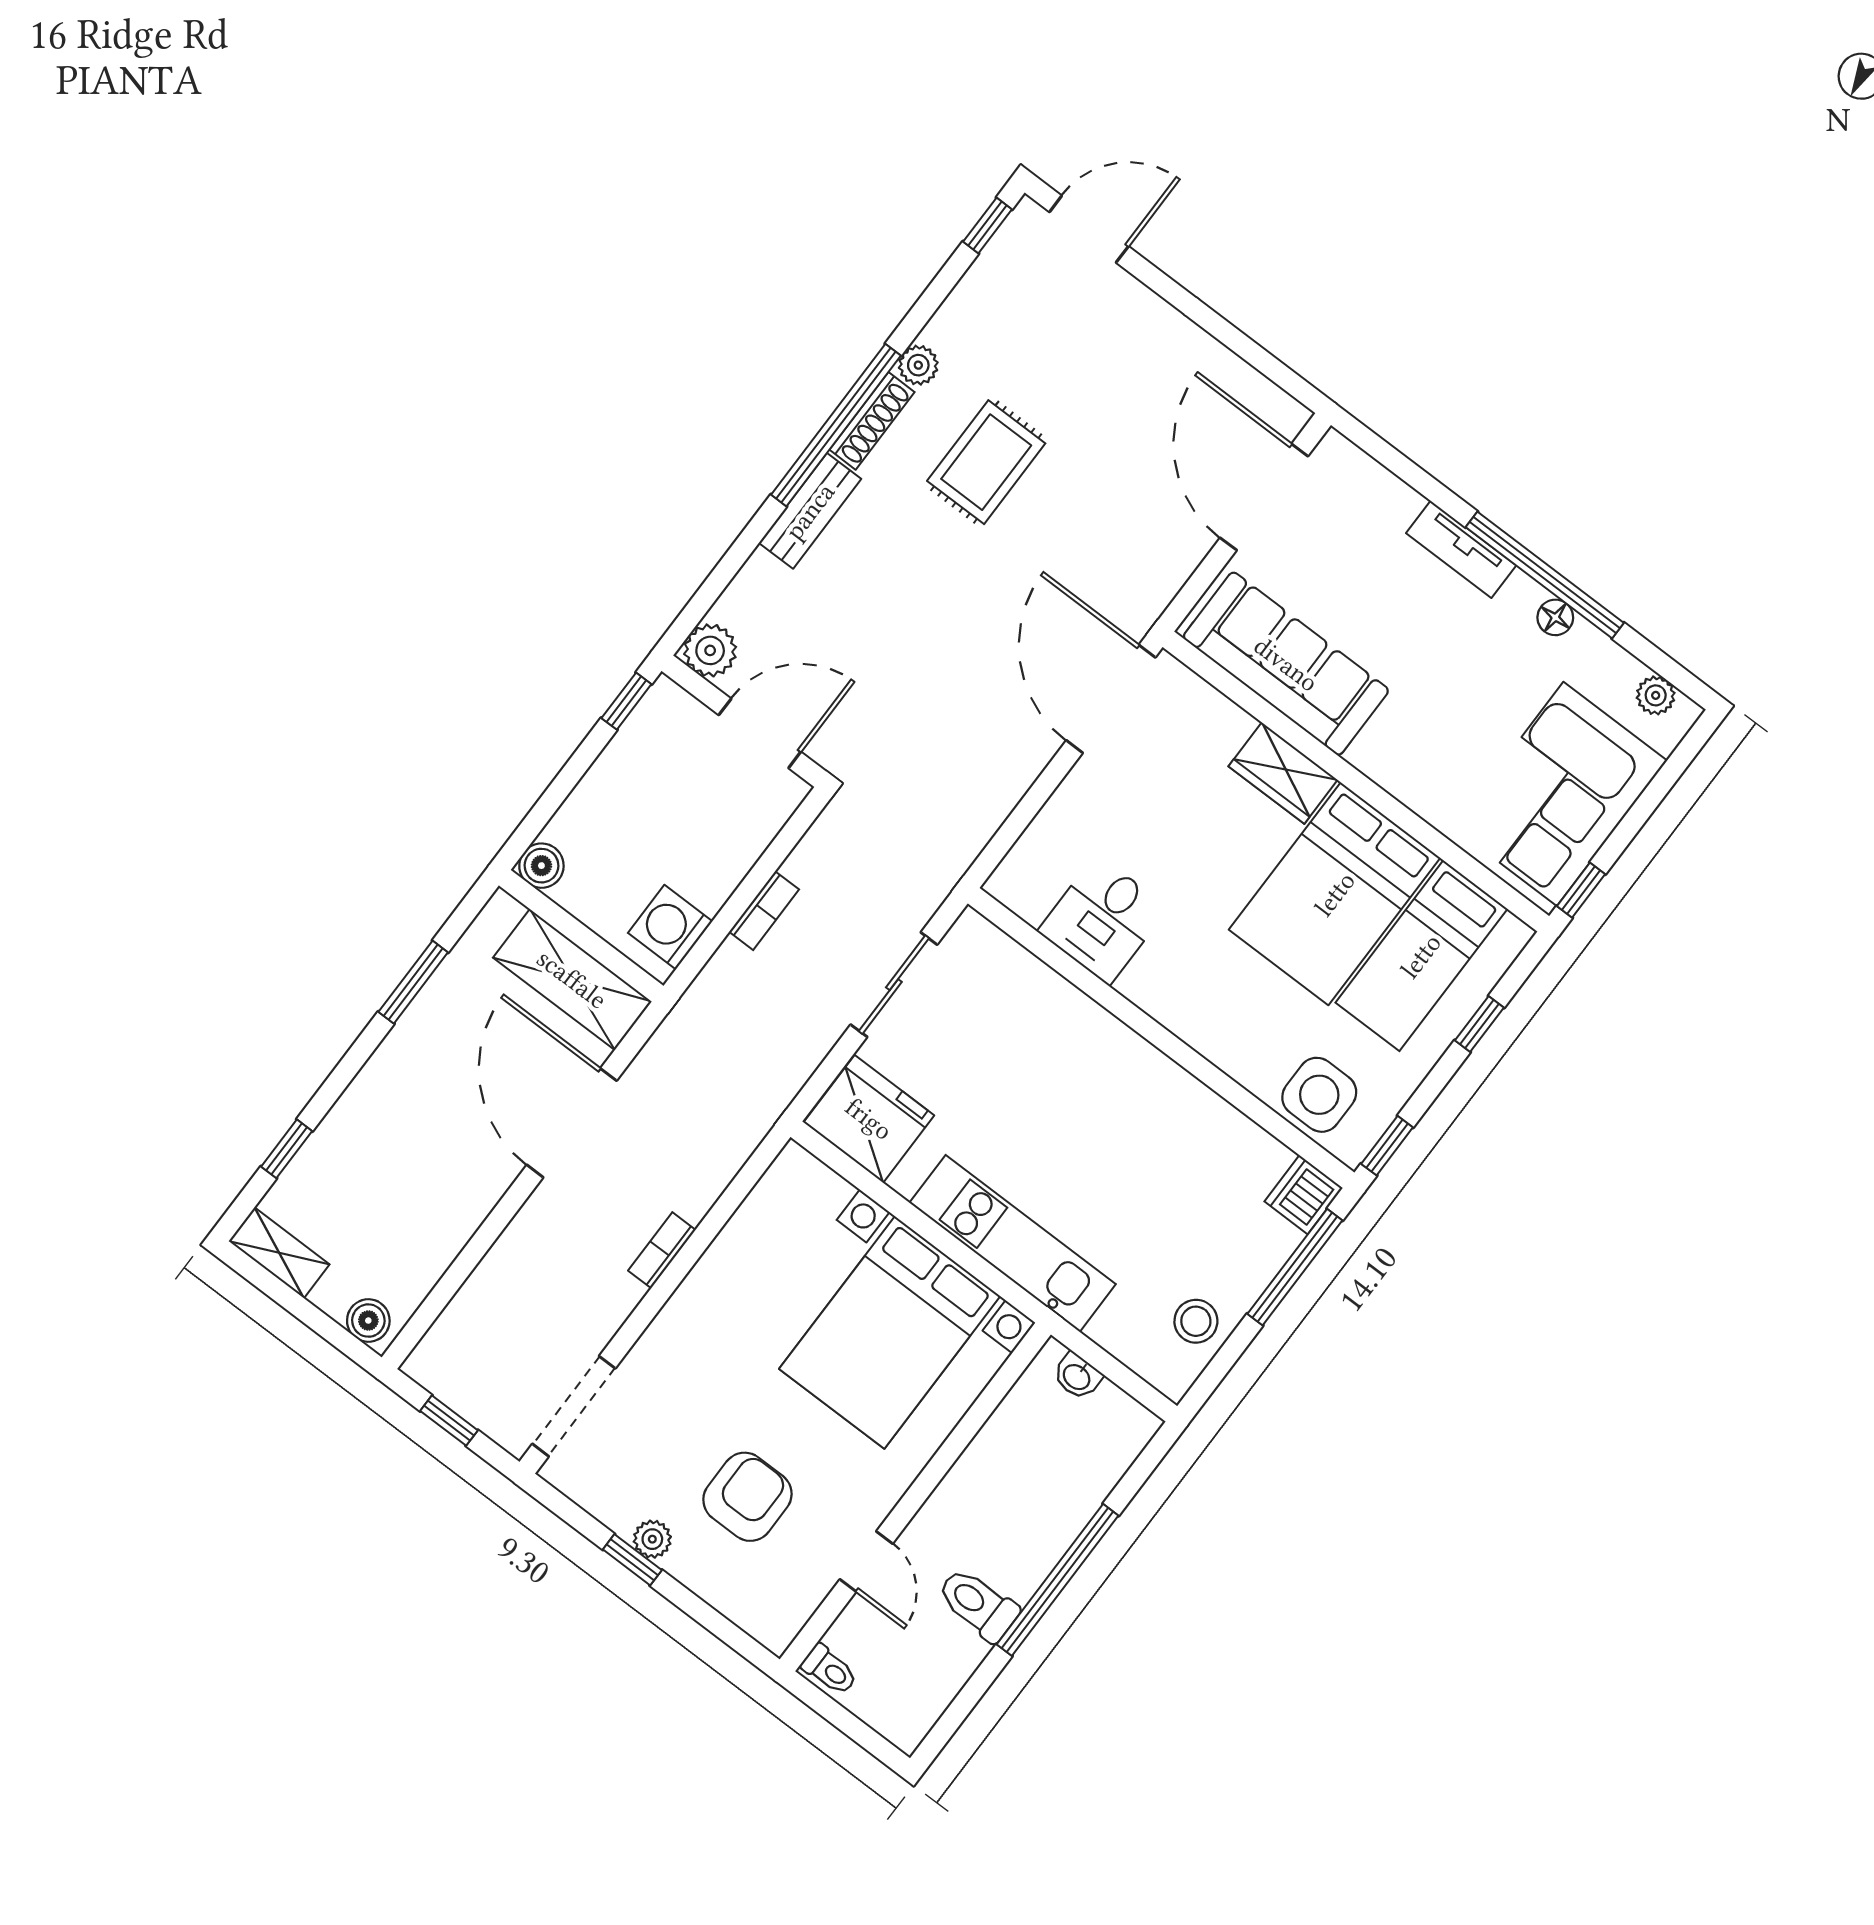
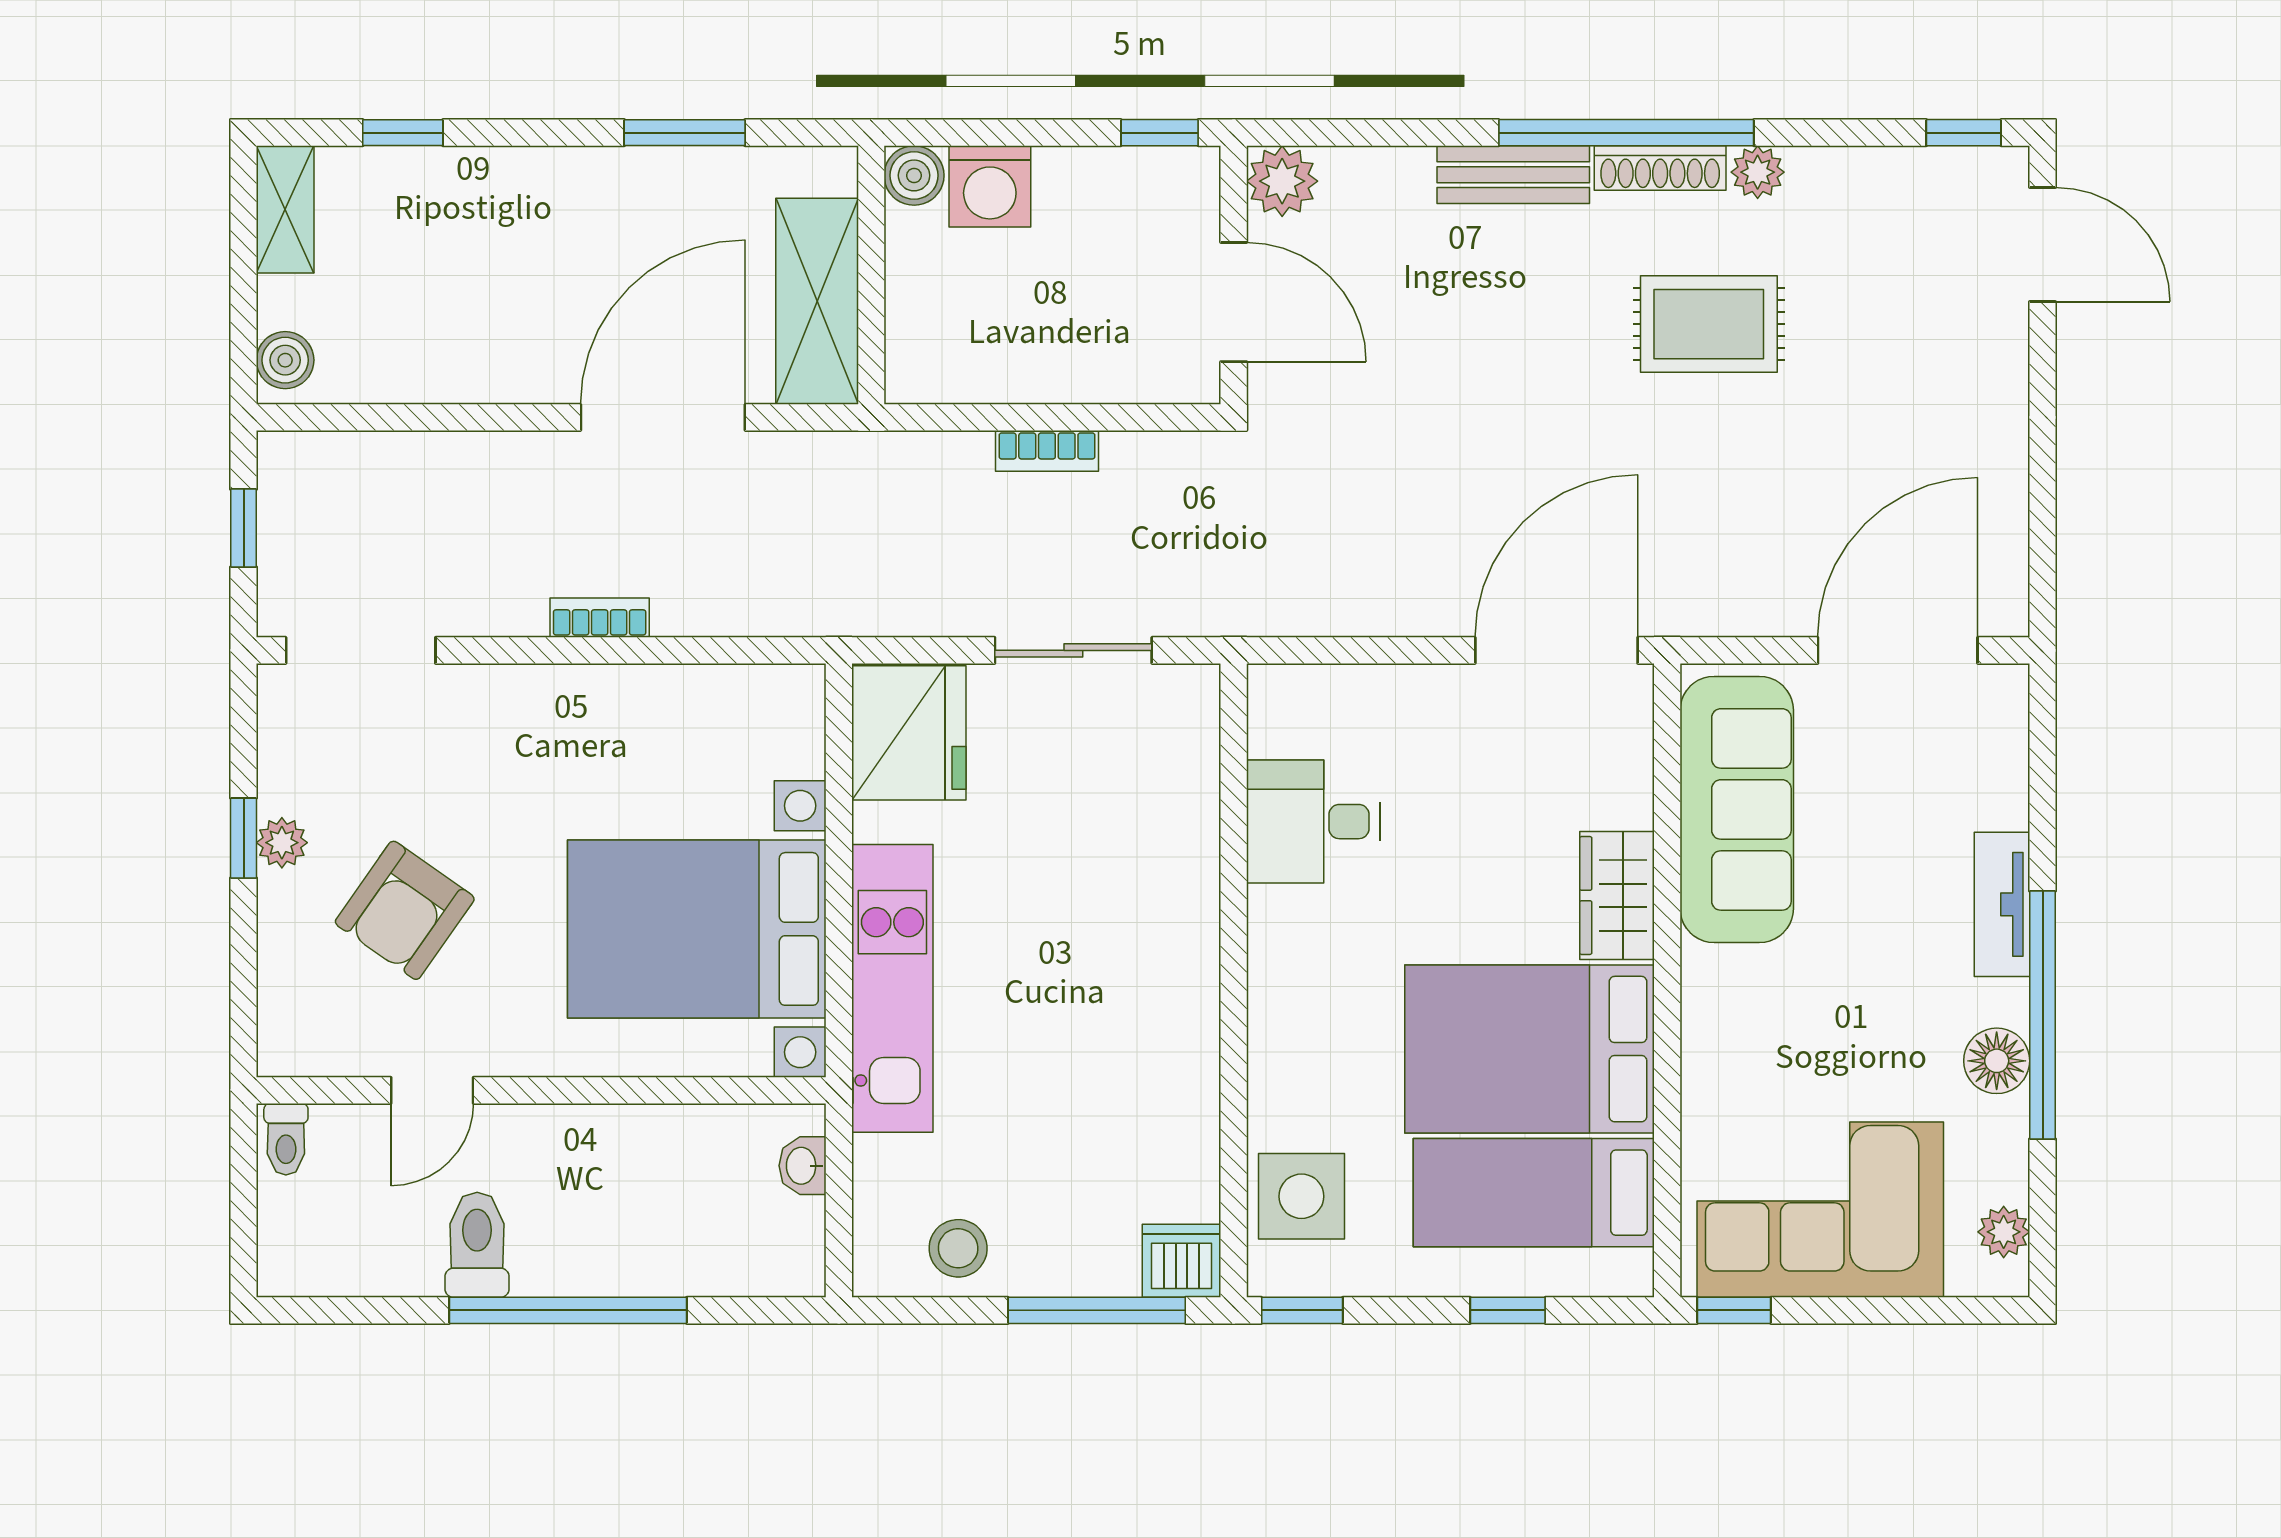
floor lamp: (1555, 617) -> (1997, 1061), width x1.37, depth x1.37
washing machine: (670, 927) -> (990, 186), moved, turned 180
armchair: (747, 1497) -> (405, 910), turned 125

